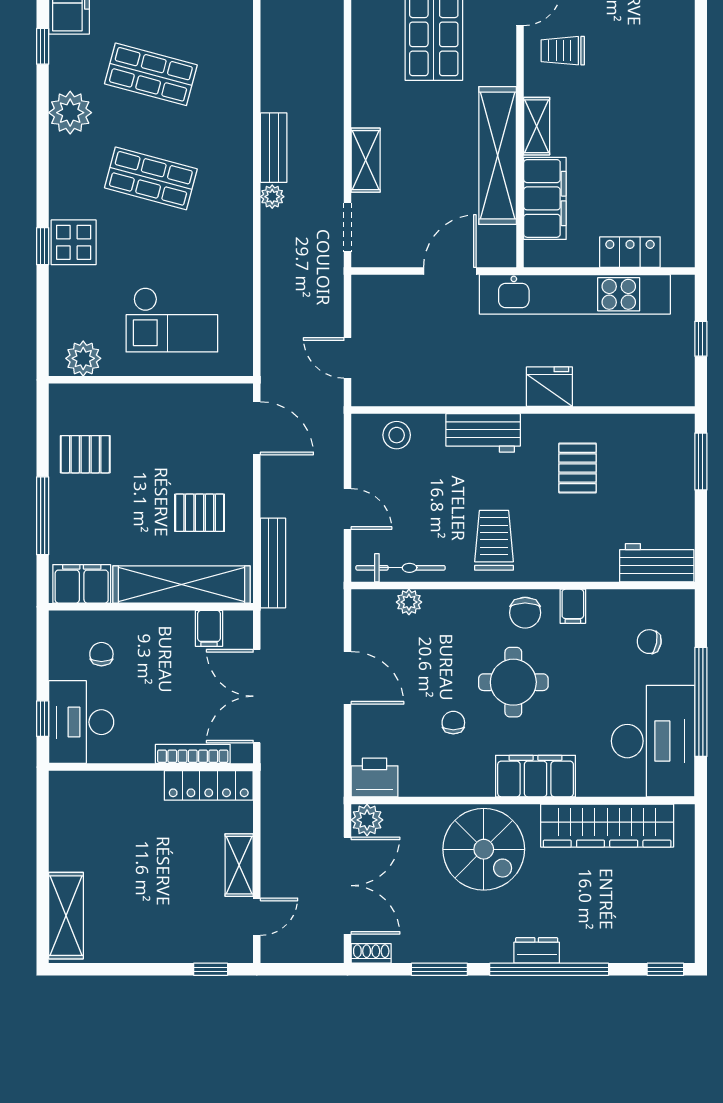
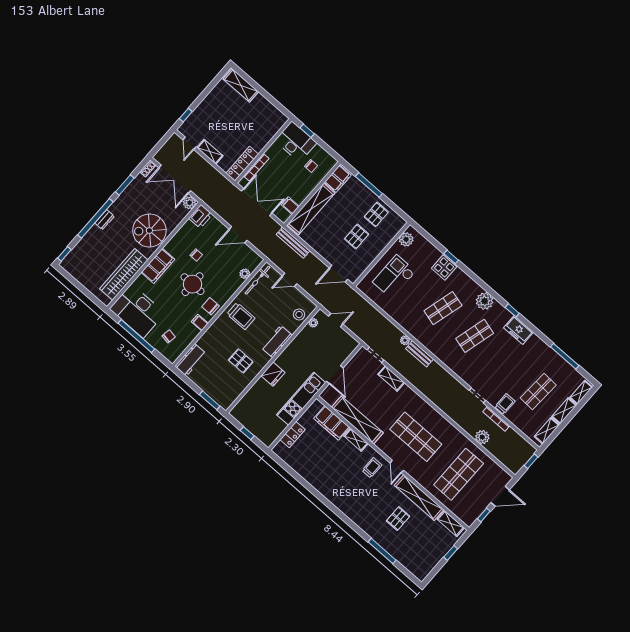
kitchen unit: (575, 294) -> (301, 399), width x0.73
plant: (389, 395) -> (313, 323), added
pallet: (200, 513) -> (357, 237), moved

